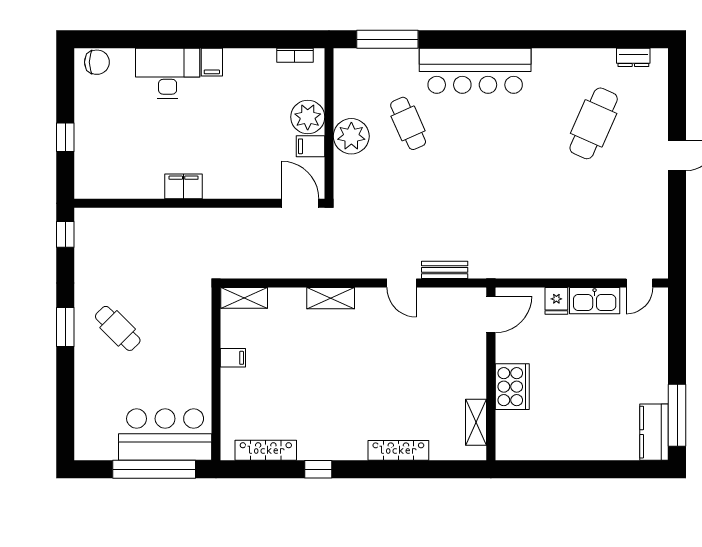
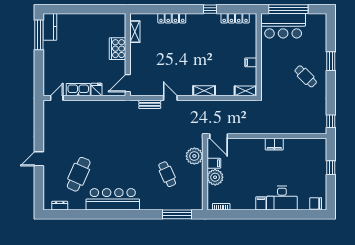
bar counter: (475, 71) -> (113, 199), moved
plant: (351, 136) -> (194, 156), moved
window: (65, 327) -> (331, 61), moved

